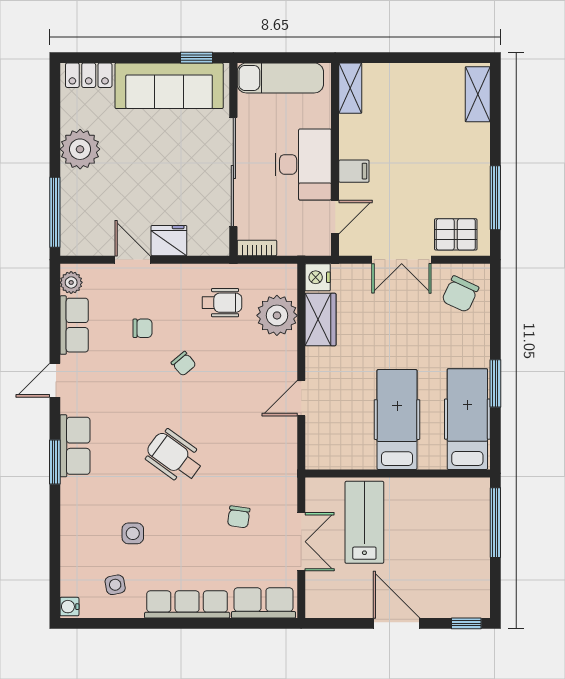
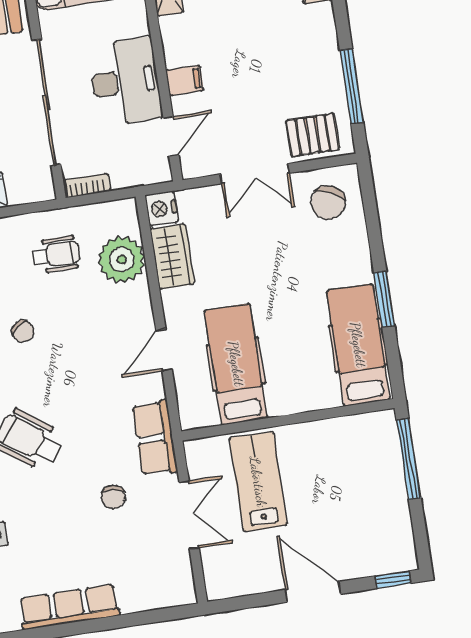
hospital bed: (397, 420) -> (236, 364), moved
row of seats: (264, 603) -> (155, 438), moved, turned -90

